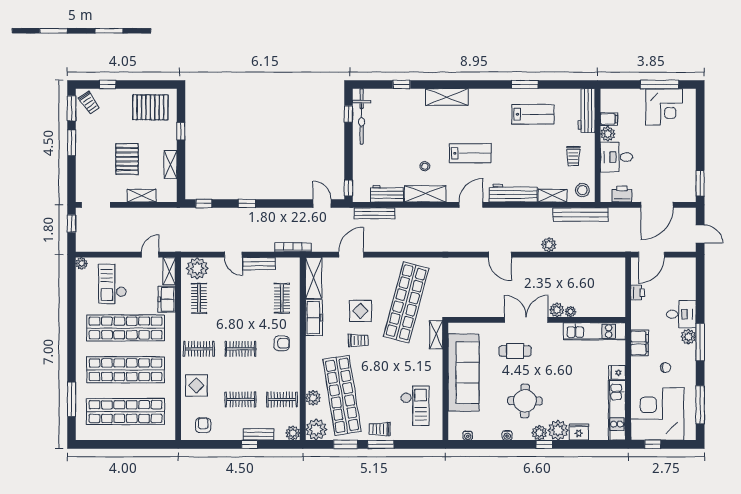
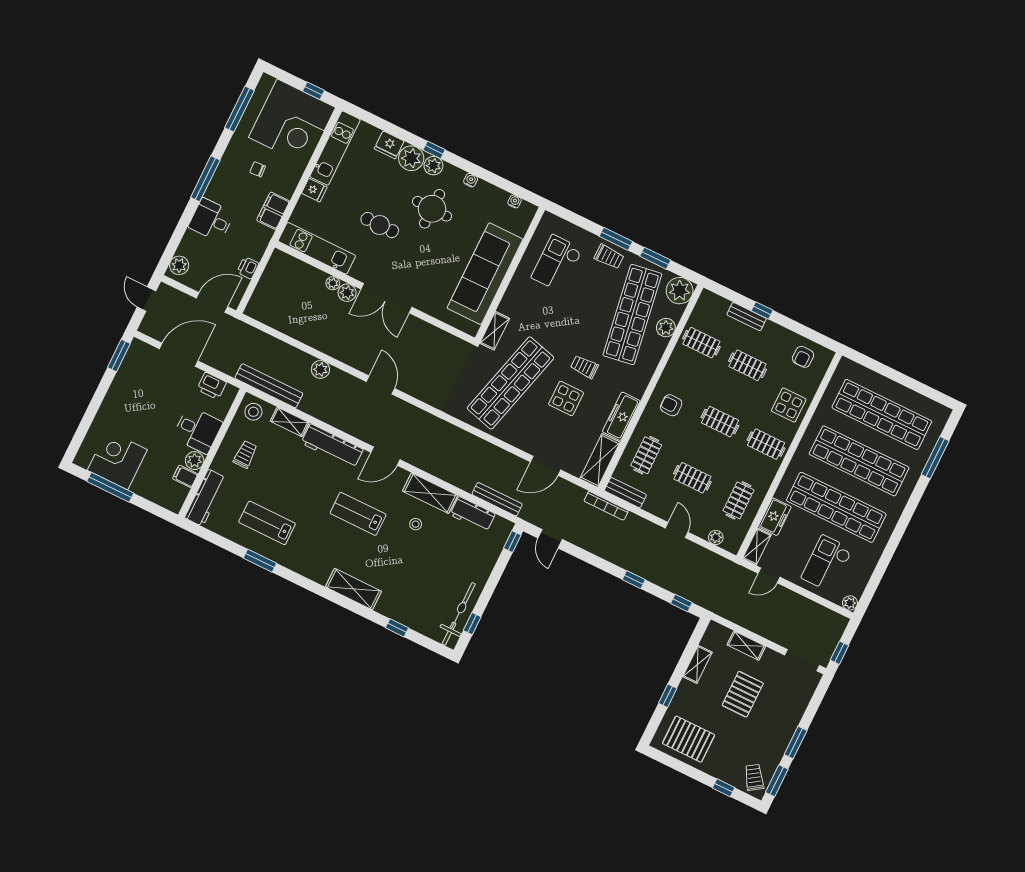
bench: (259, 264) -> (625, 493), moved
plant: (197, 268) -> (716, 537), width x0.53, depth x0.53
checkout: (112, 284) -> (827, 564), turned 180
clothes rail: (240, 298) -> (692, 478), added
plant: (688, 337) -> (179, 265), moved
cafe table: (515, 351) -> (380, 225), moved
plant: (293, 433) -> (708, 299), removed

